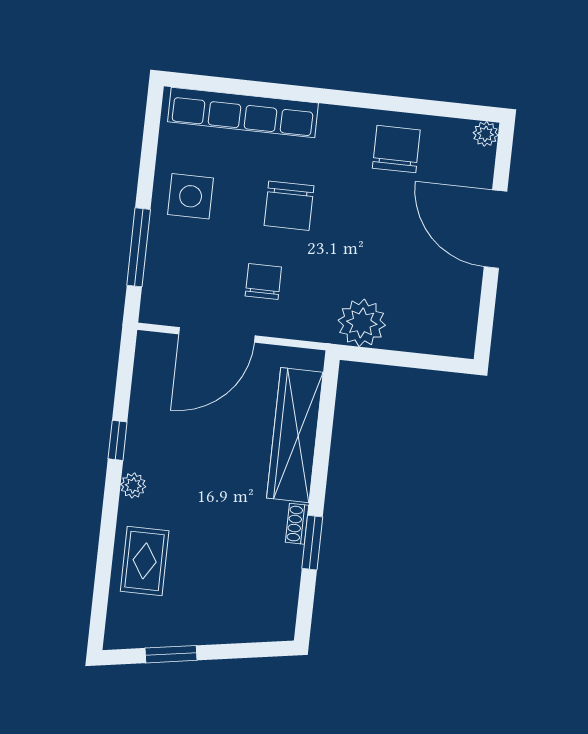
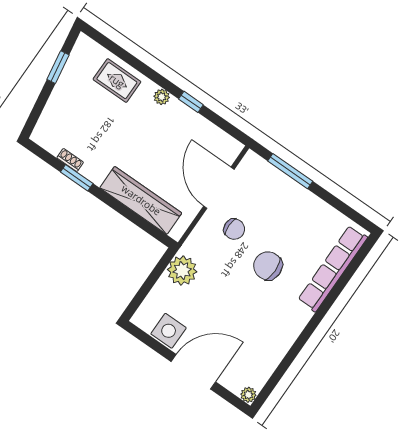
chair: (396, 149) -> (267, 341), removed
side table: (191, 196) -> (169, 331), moved
shoe rack: (297, 524) -> (70, 160), moved

